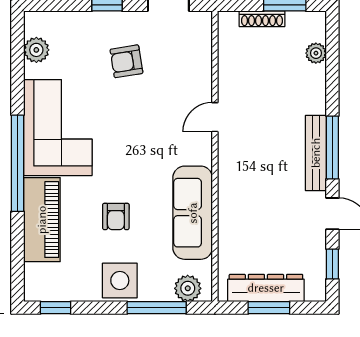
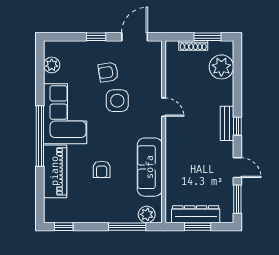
plant: (316, 53) -> (221, 67), width x1.88, depth x1.88
door: (215, 117) -> (164, 107), swing flipped
window: (332, 147) -> (237, 126), width x0.46
bench: (316, 153) -> (227, 123), width x0.73
window: (332, 264) -> (237, 199), width x1.50
side table: (120, 281) -> (117, 101), moved

